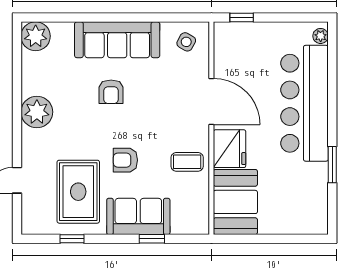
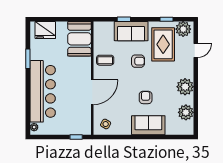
plant: (36, 36) -> (186, 112), moved
sofa: (117, 40) -> (148, 125), width x0.73
door: (211, 101) -> (92, 92), swing flipped
fridge: (230, 149) -> (45, 30), moved, turned -90
plant: (40, 220) -> (183, 29), added

